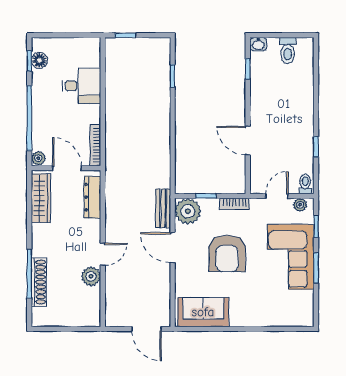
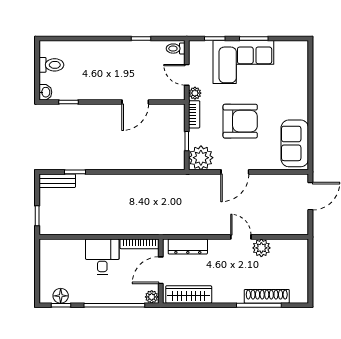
desk: (81, 86) -> (102, 257), moved
plant: (300, 205) -> (195, 93), moved
bench: (163, 208) -> (57, 181), moved

